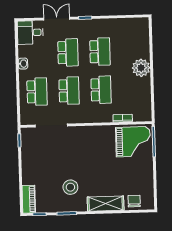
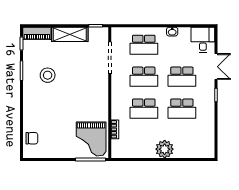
shelving: (106, 204) -> (70, 34), moved, turned 90

